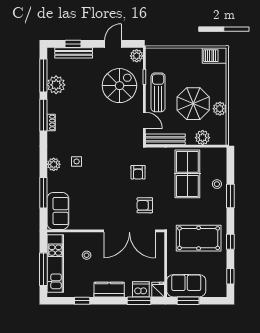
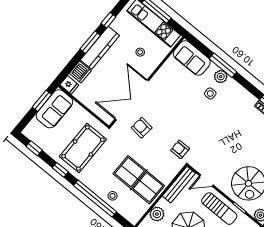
side table: (77, 161) -> (210, 93), moved
plant: (54, 164) -> (221, 76), moved
armchair: (138, 172) -> (180, 149), moved
window: (43, 193) -> (223, 65), moved
window: (230, 196) -> (95, 199), width x2.11
armchair: (145, 205) -> (142, 128), turned -84
kitchen counter: (109, 290) -> (100, 48), width x1.50
window: (139, 301) -> (90, 42), moved

